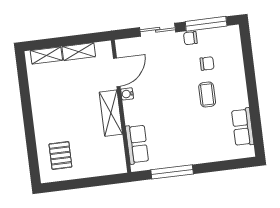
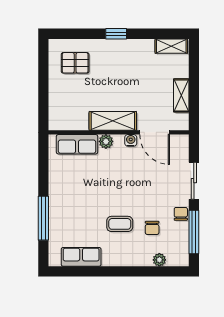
plant: (236, 53) -> (159, 260), added
shelving: (46, 55) -> (171, 46), moved, turned 90
plant: (131, 117) -> (106, 141), added
window: (28, 120) -> (116, 34), added
window: (172, 172) -> (43, 218), moved

